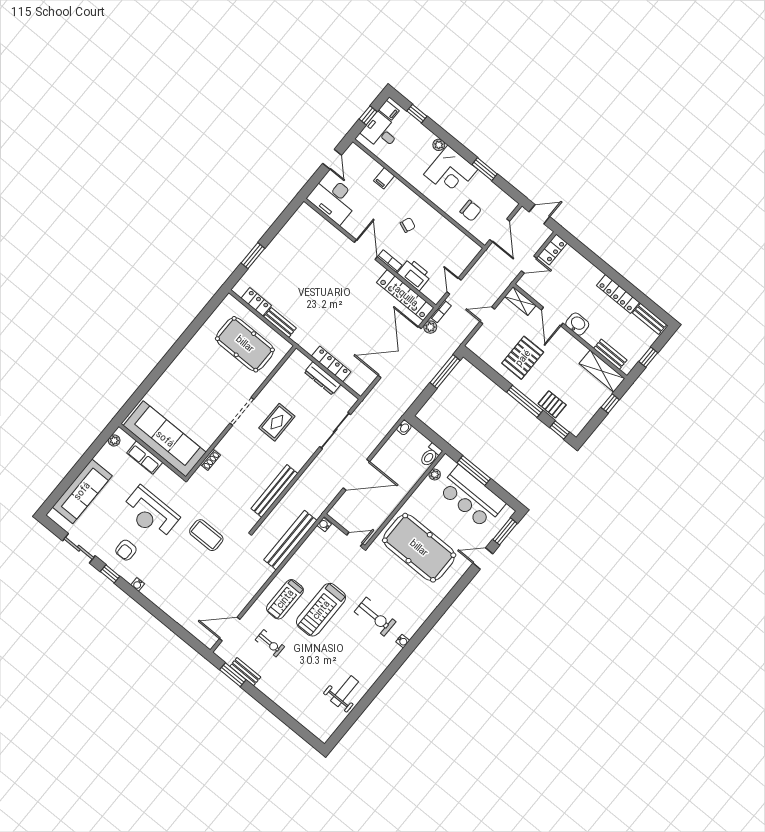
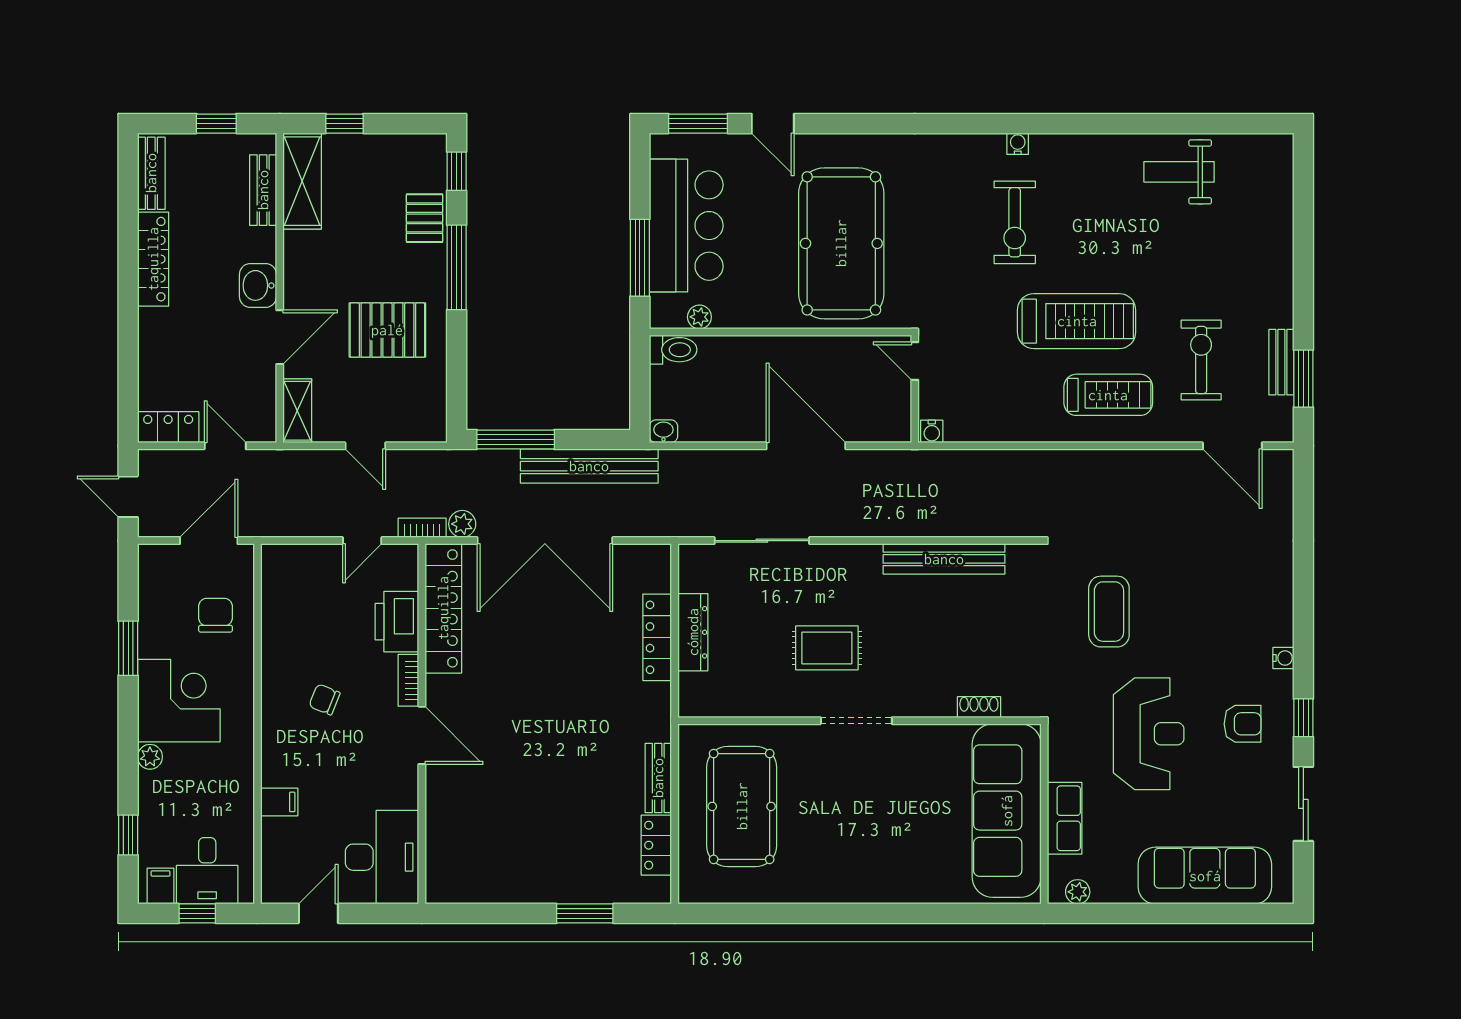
door: (366, 250) -> (422, 735), swing flipped
bench: (290, 540) -> (589, 466), moved
exercise bike: (375, 617) -> (1015, 222), turned 180
exercise bike: (270, 643) -> (1201, 360), width x1.38, depth x1.39

